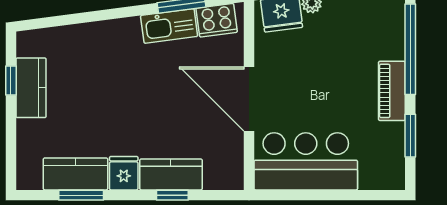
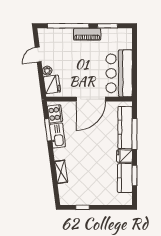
shelving: (89, 33) -> (61, 172), added
kitchen counter: (31, 88) -> (86, 198), removed
kitchen counter: (171, 174) -> (125, 128), width x1.50
window: (172, 195) -> (135, 134), width x2.17

